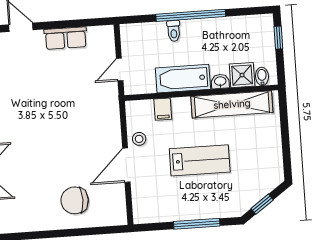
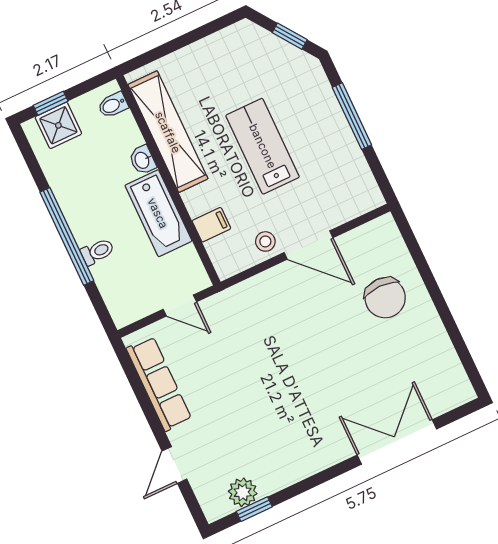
row of seats: (66, 38) -> (159, 384), width x1.48
shower: (242, 75) -> (58, 125), moved

